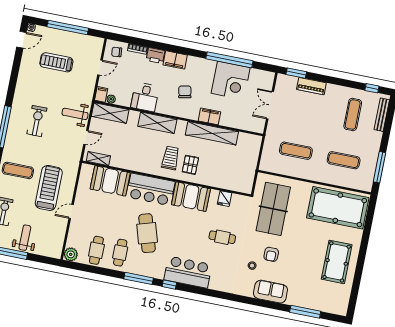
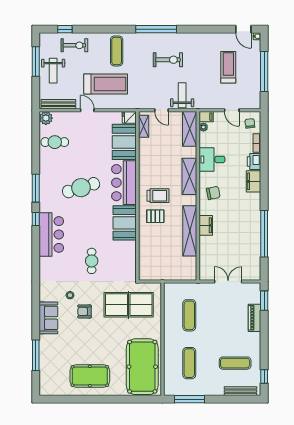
corner desk: (231, 80) -> (244, 239), removed
chair: (185, 92) -> (213, 193), moved
fridge: (225, 199) -> (129, 118), moved
weight bench: (25, 238) -> (53, 71), turned 90
bench: (59, 239) -> (58, 104), added
cafe table: (120, 253) -> (57, 165), removed

